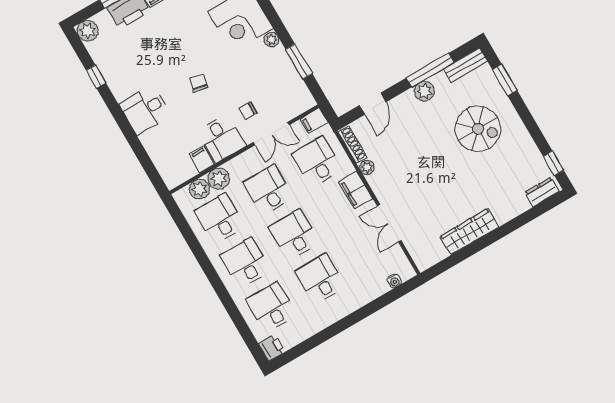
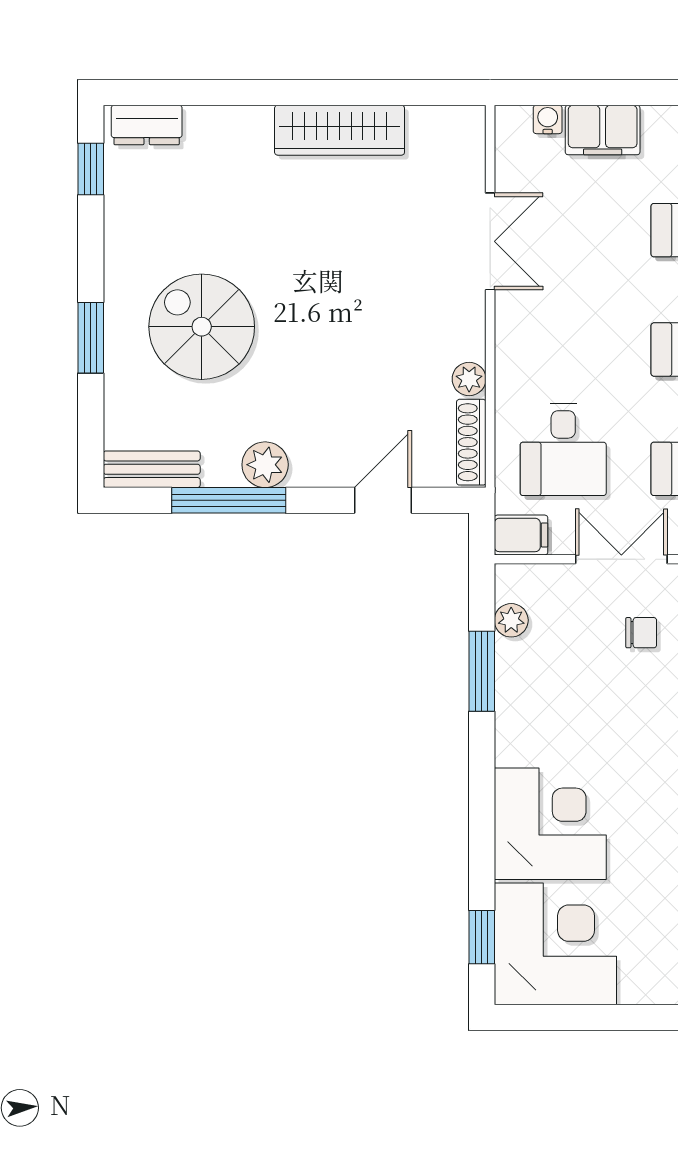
plant: (271, 40) -> (511, 620), moved
window: (505, 80) -> (91, 338), moved
filing cabinet: (355, 190) -> (603, 130), moved, turned 90

